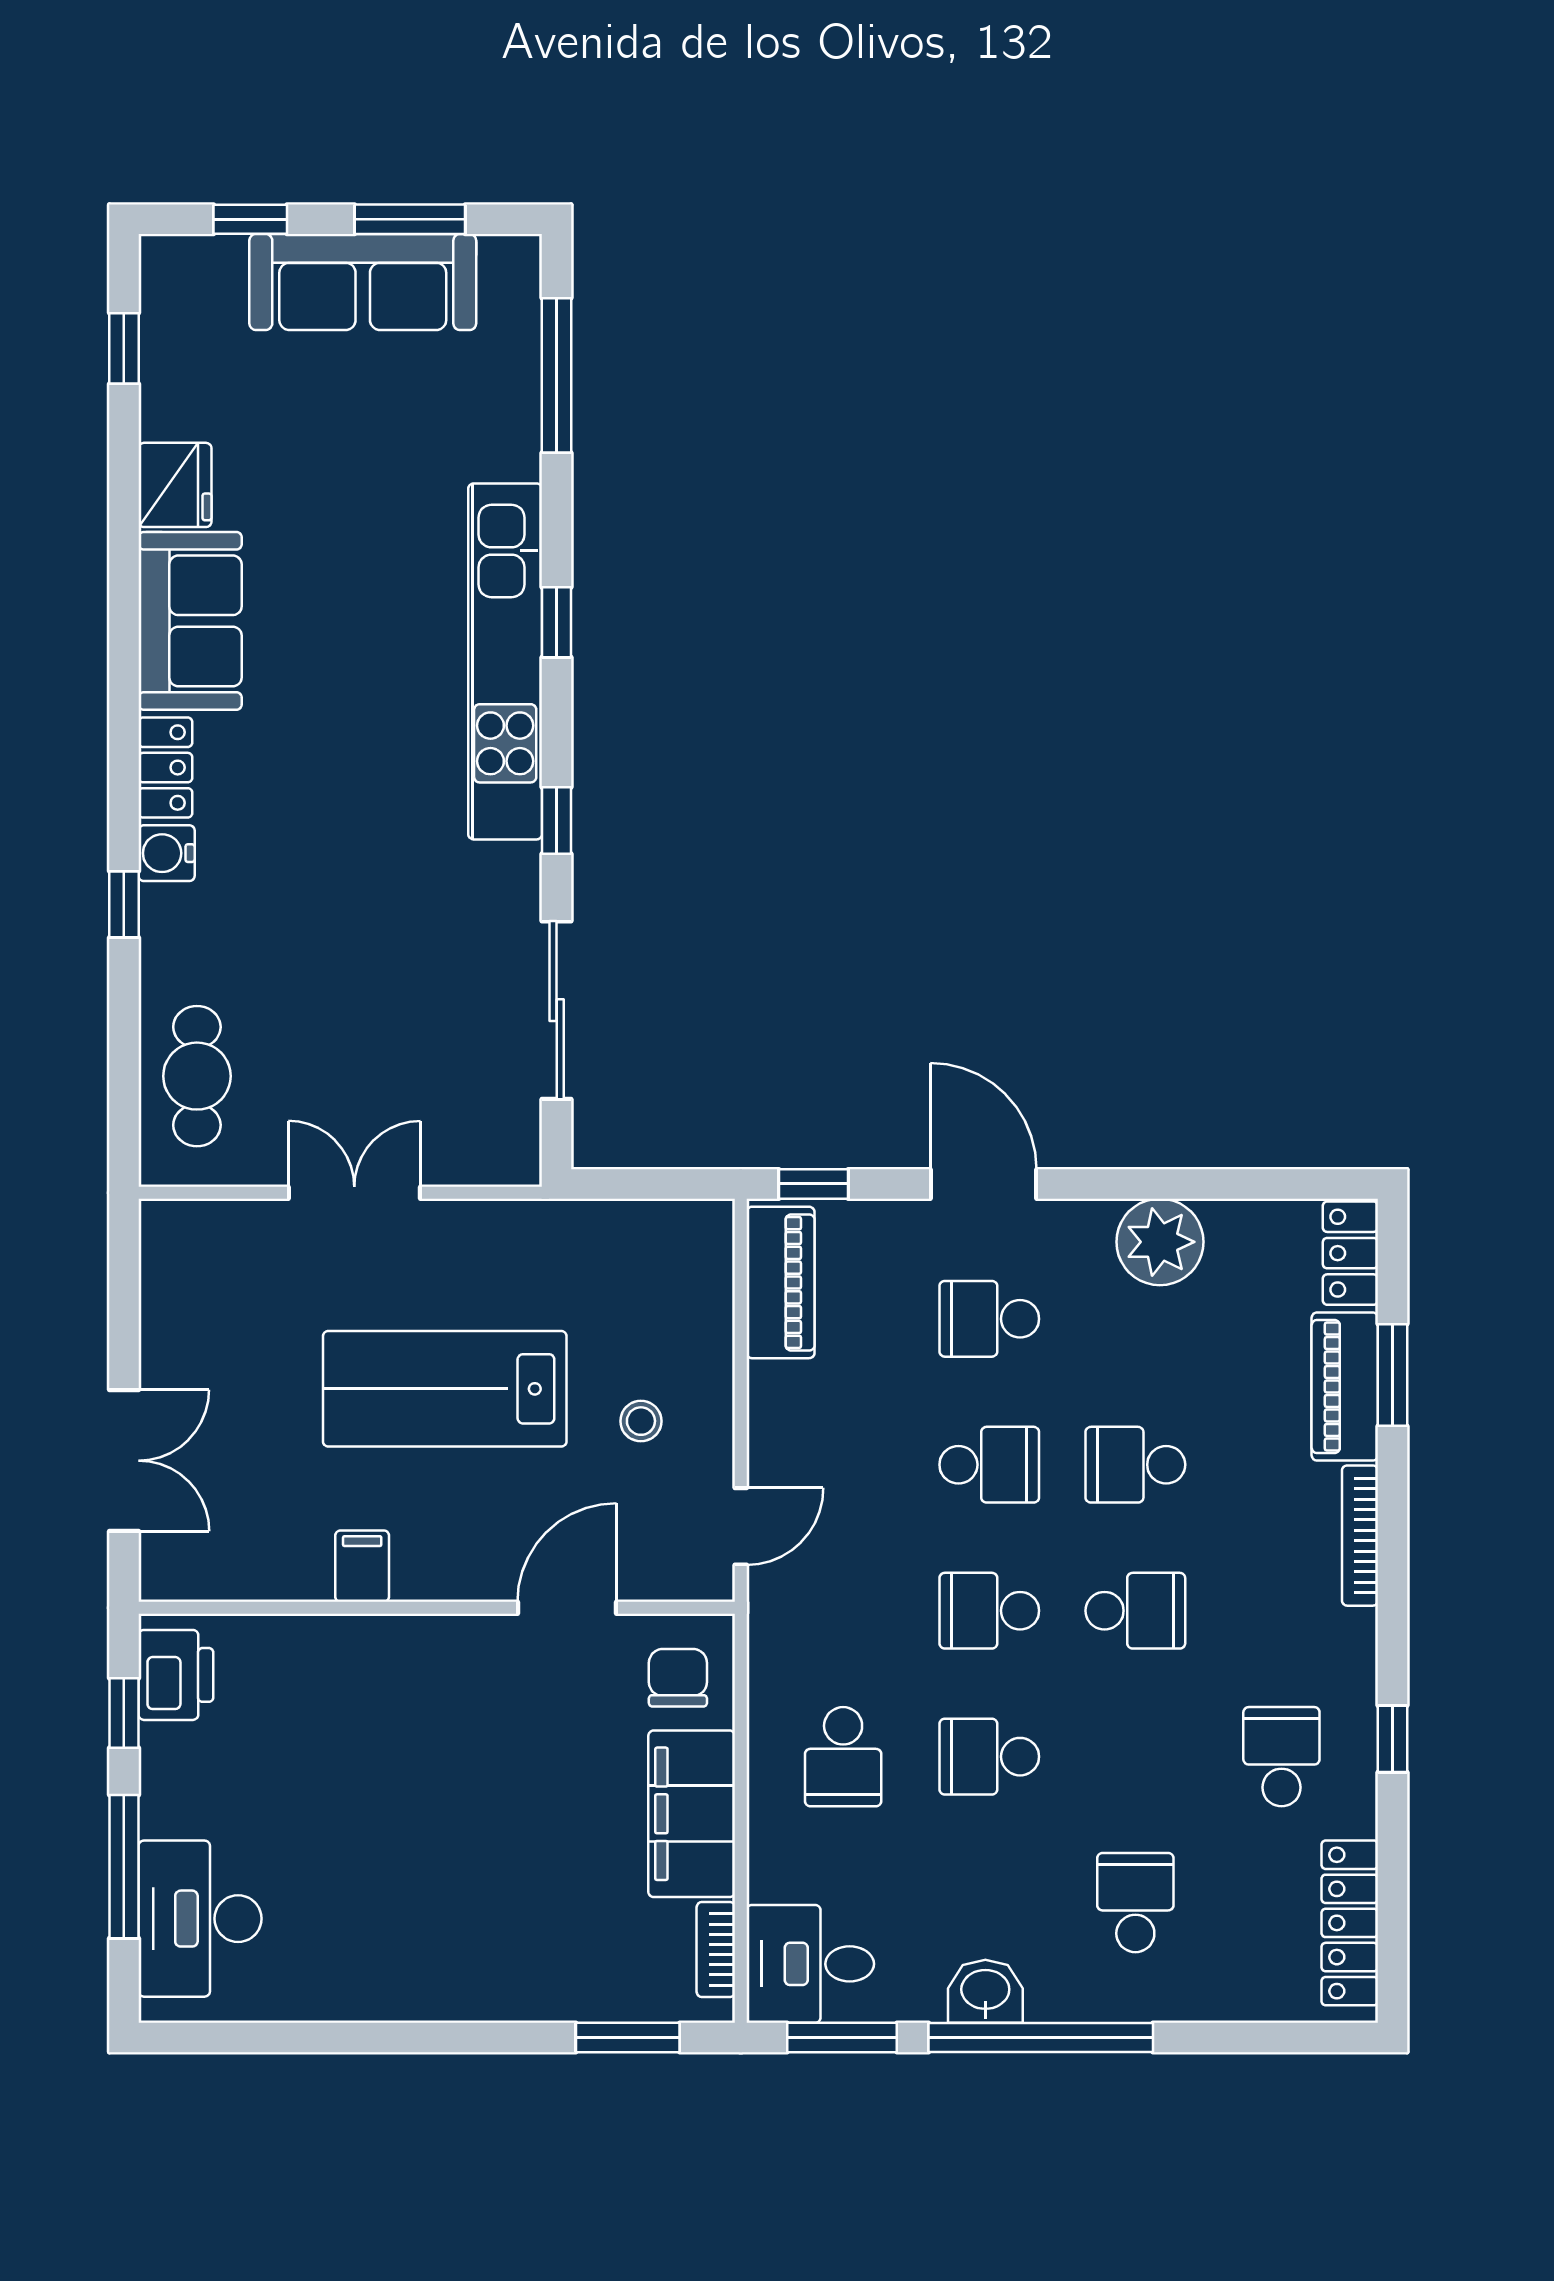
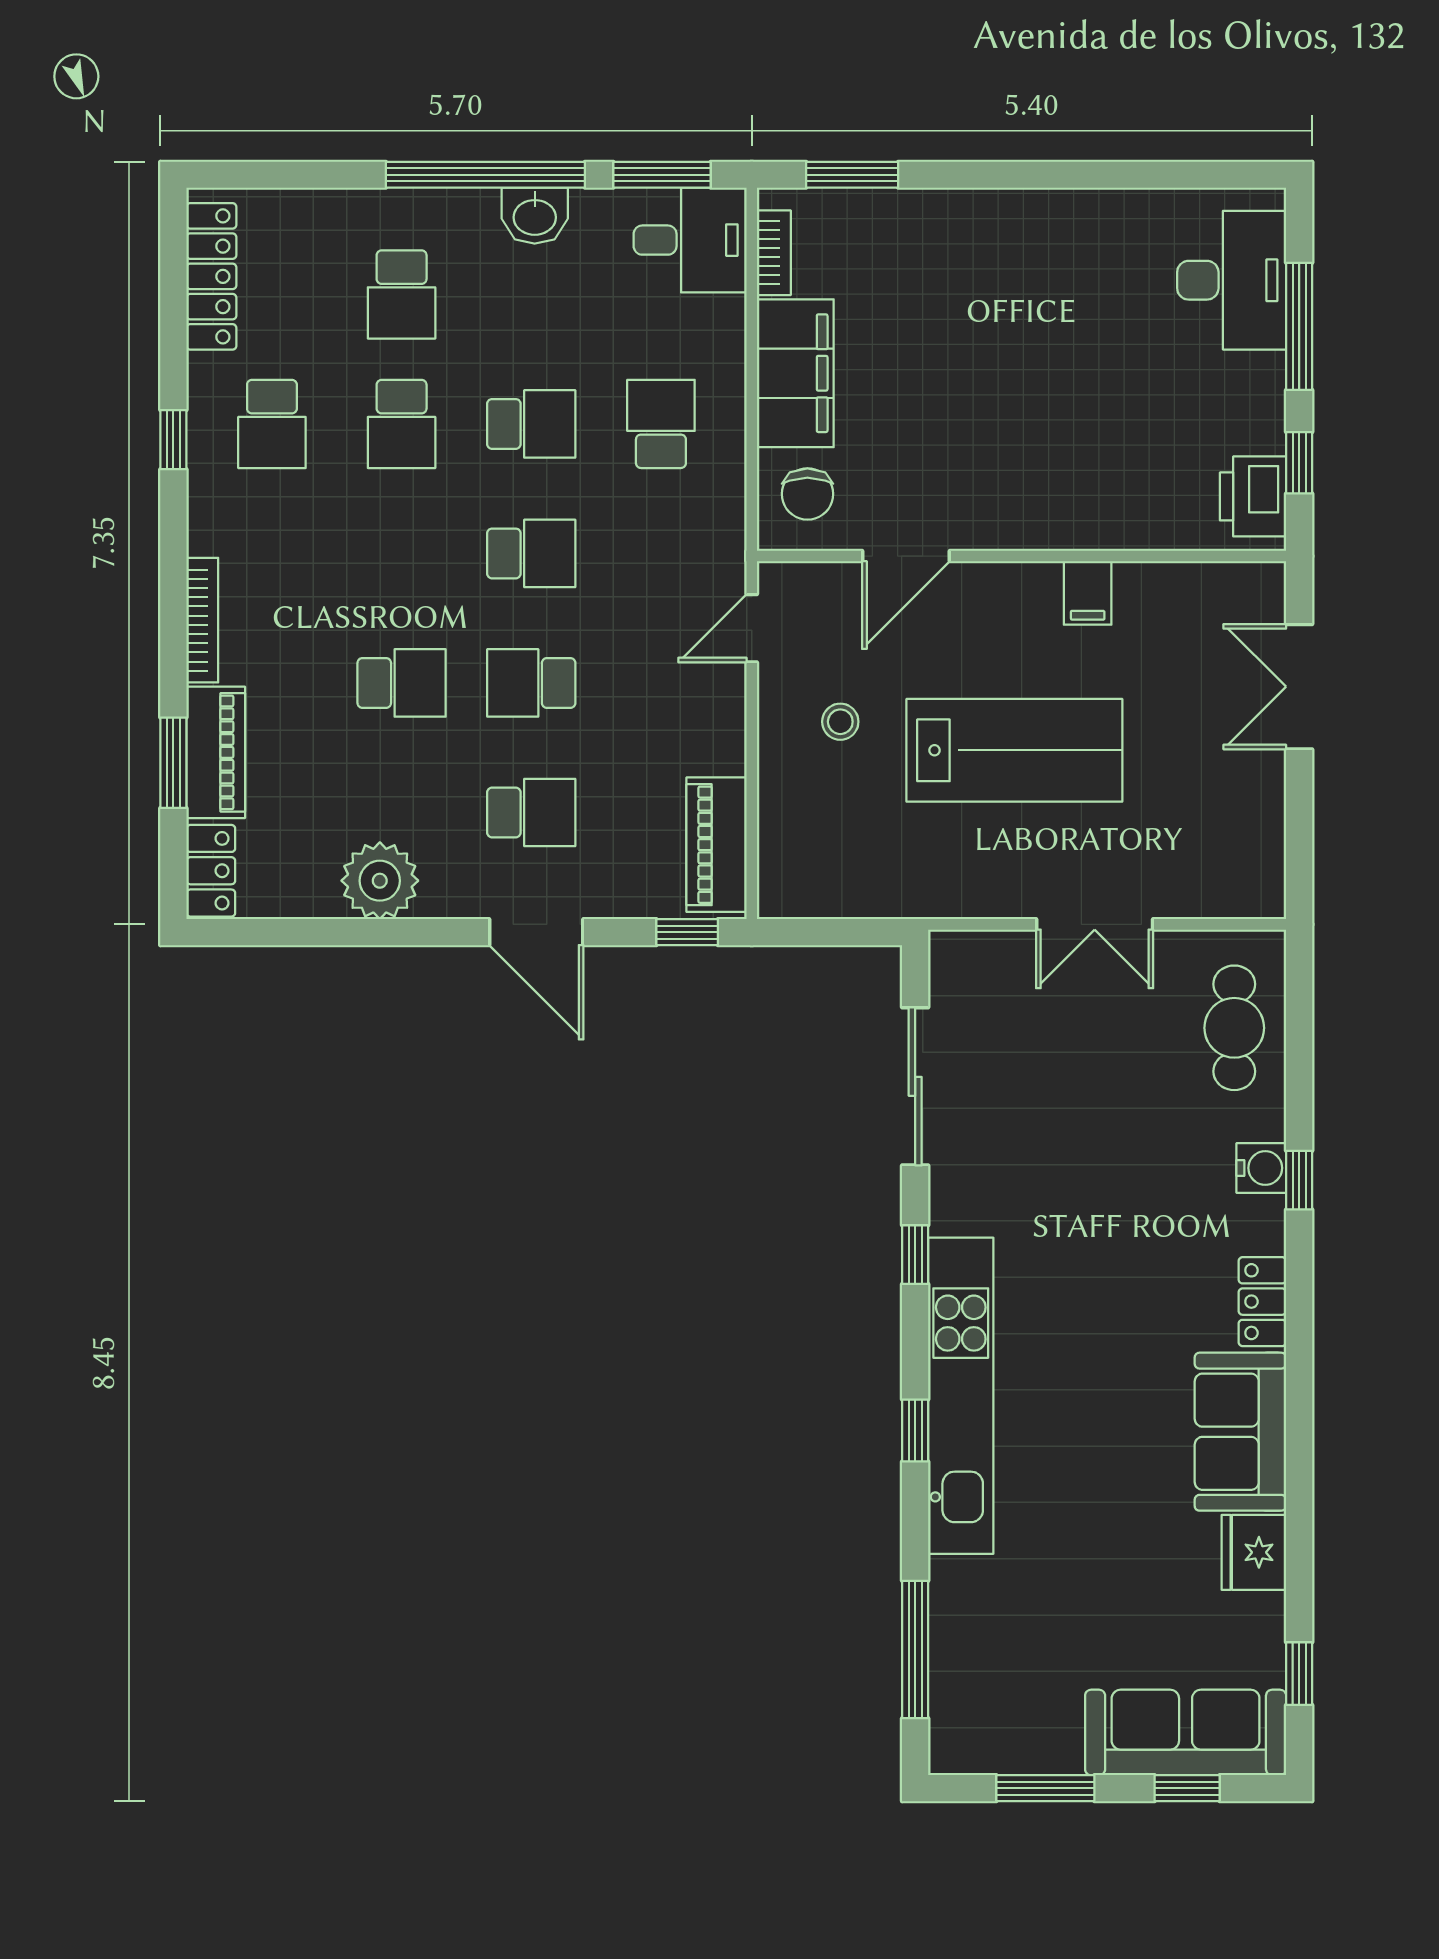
sofa: (363, 282) -> (1186, 1732), moved
water cooler: (167, 853) -> (1261, 1168), moved
school desk: (1135, 1611) -> (402, 424), moved, turned -90

